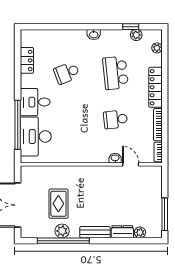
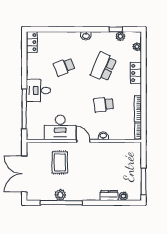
locker: (27, 60) -> (32, 42), moved
school desk: (116, 73) -> (104, 67), turned 30
locker: (155, 87) -> (136, 73), width x0.66
desk: (36, 136) -> (60, 127), moved, turned -90
door: (131, 164) -> (83, 141), moved
rug: (58, 204) -> (60, 162), moved
bench: (95, 232) -> (87, 196), removed

